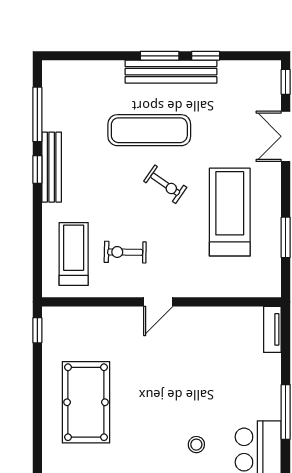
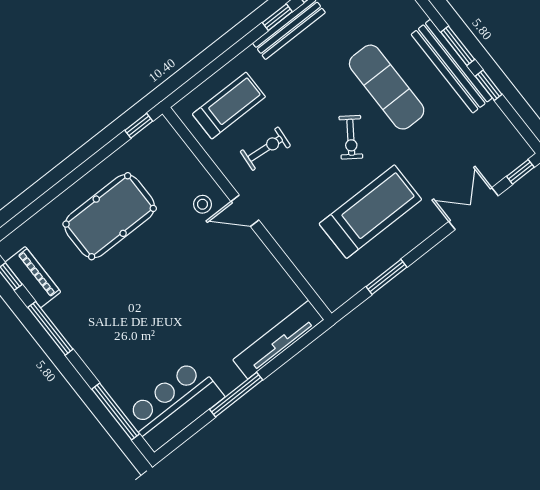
exercise bike: (125, 252) -> (265, 149), turned 94
tv unit: (272, 329) -> (278, 340), width x1.92, depth x1.29
stool: (196, 445) -> (203, 204), moved

